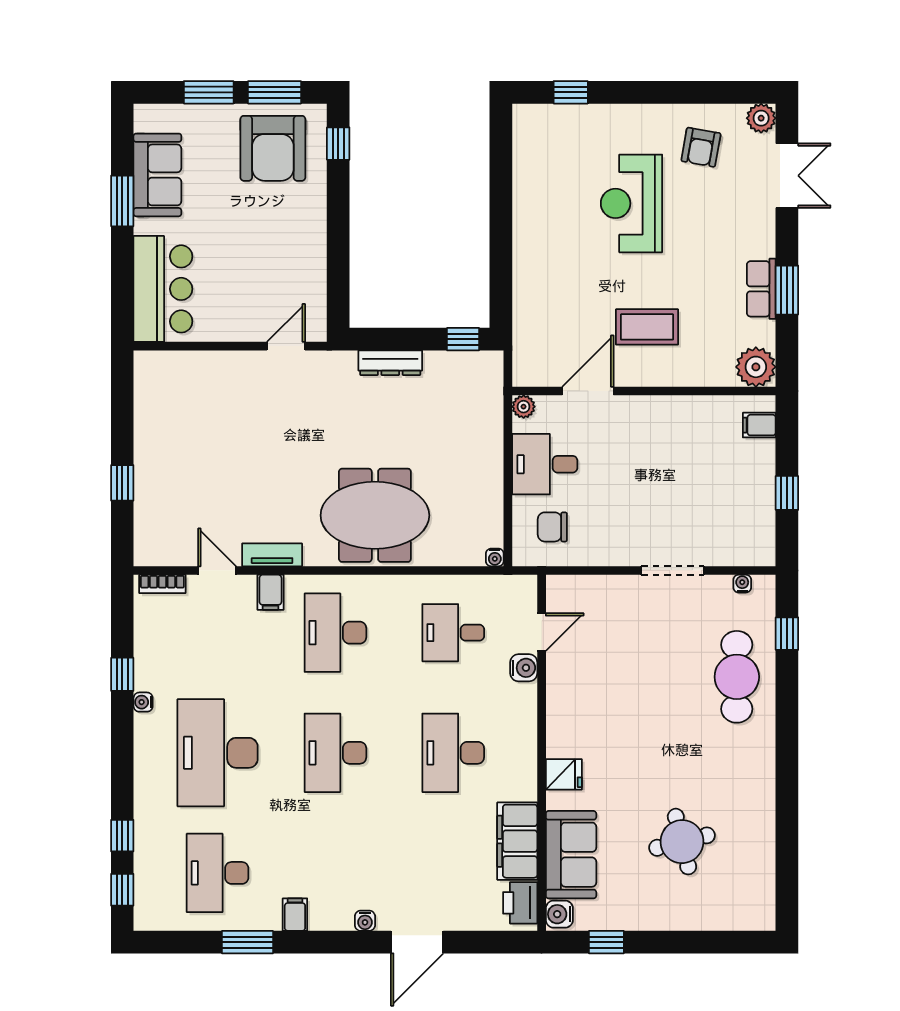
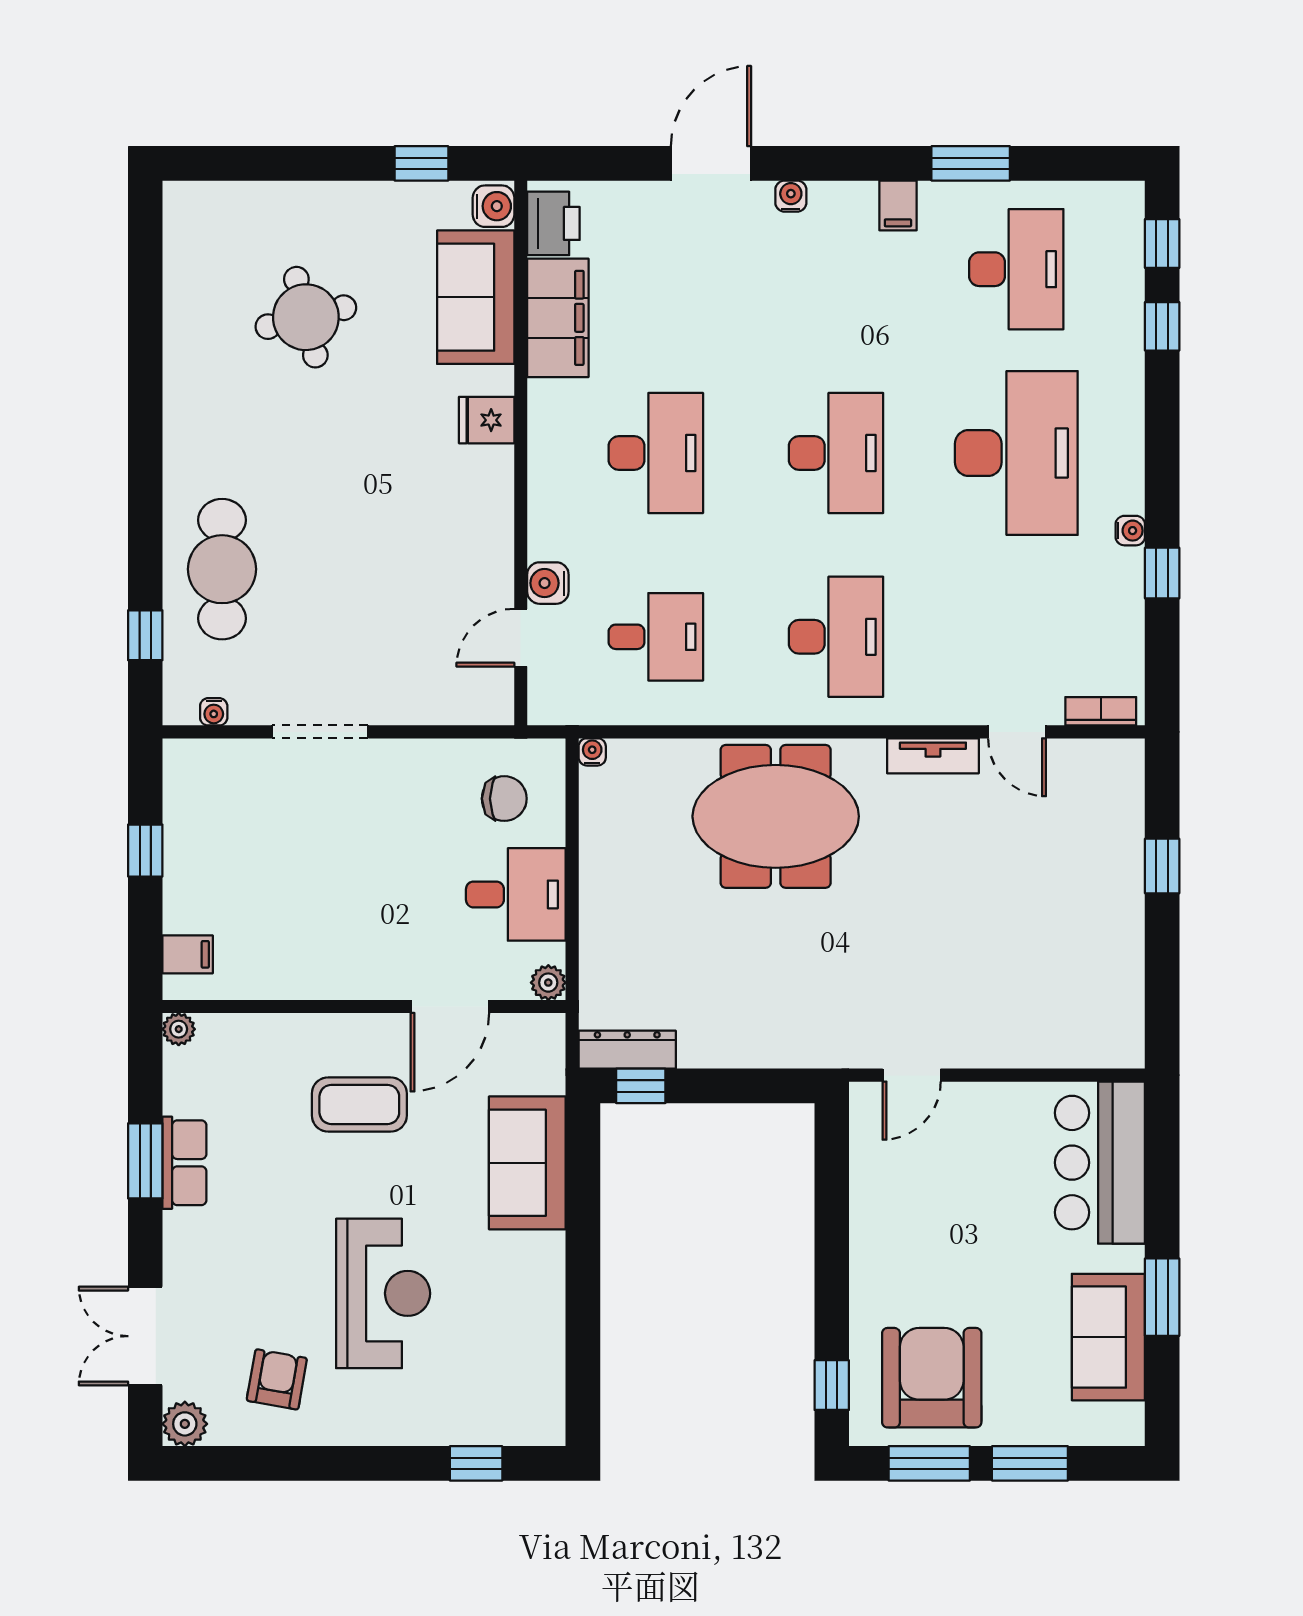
sofa: (537, 289) -> (527, 1163), added
dresser: (390, 363) -> (627, 1050), moved
plant: (756, 367) -> (179, 1029), width x0.53, depth x0.53
filing cabinet: (270, 592) -> (935, 699), removed

